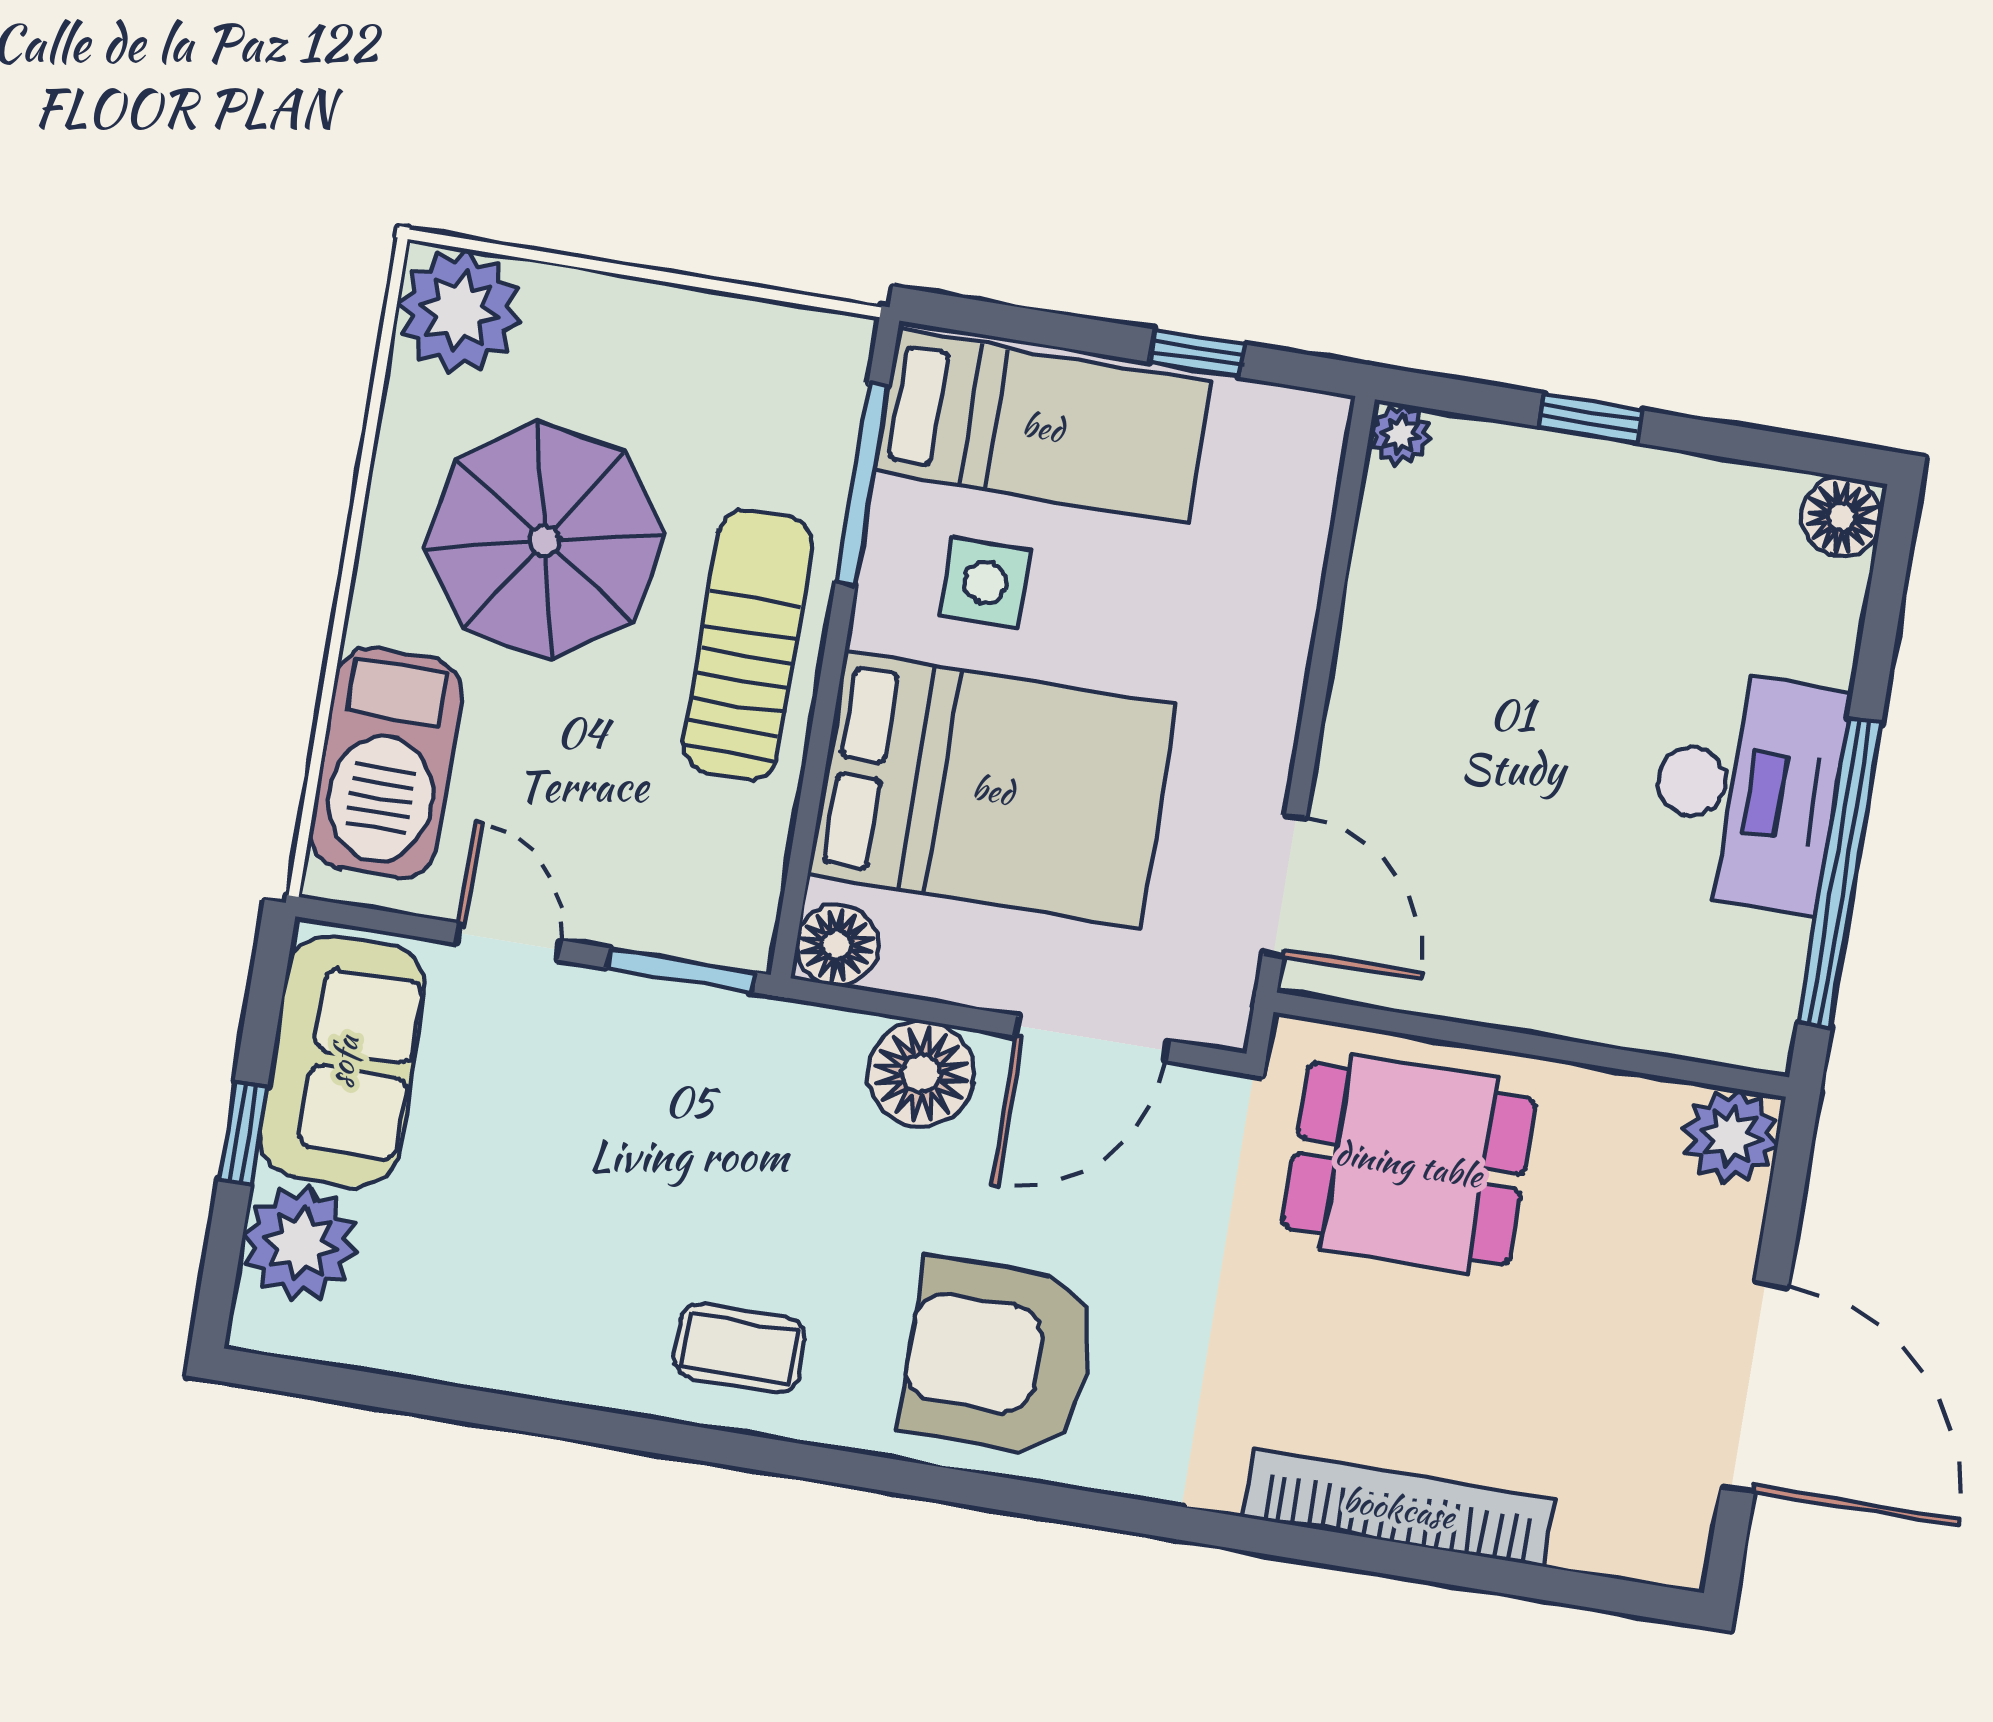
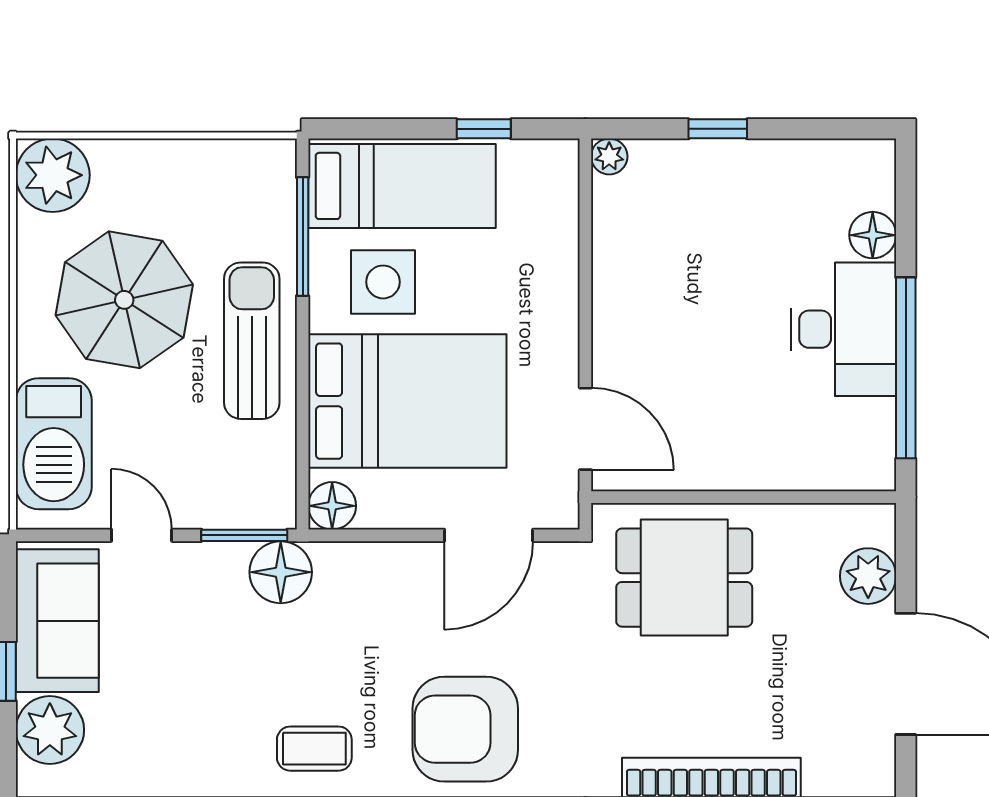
floor lamp: (1842, 517) -> (873, 235), moved
side table: (985, 583) -> (383, 282), width x1.37, depth x1.37
floor lamp: (921, 1074) -> (281, 572), moved
plant: (1731, 1136) -> (868, 576), moved

